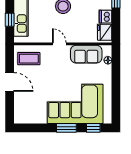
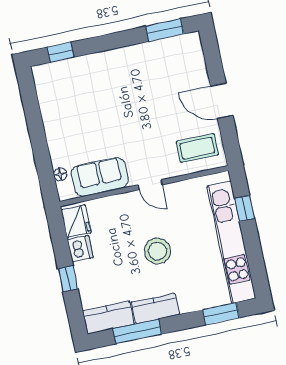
corner sofa: (75, 104) -> (101, 87), removed
window: (66, 128) -> (165, 30), moved

